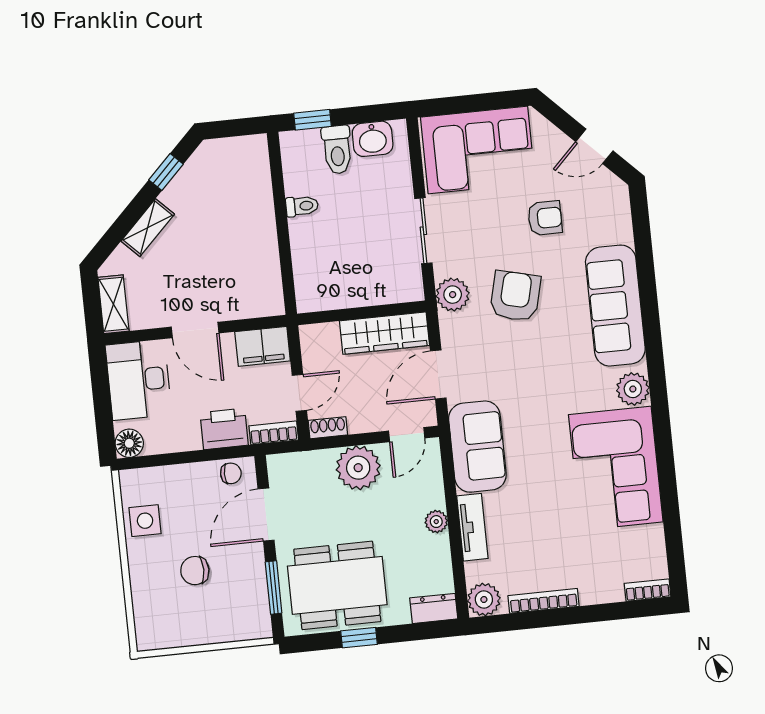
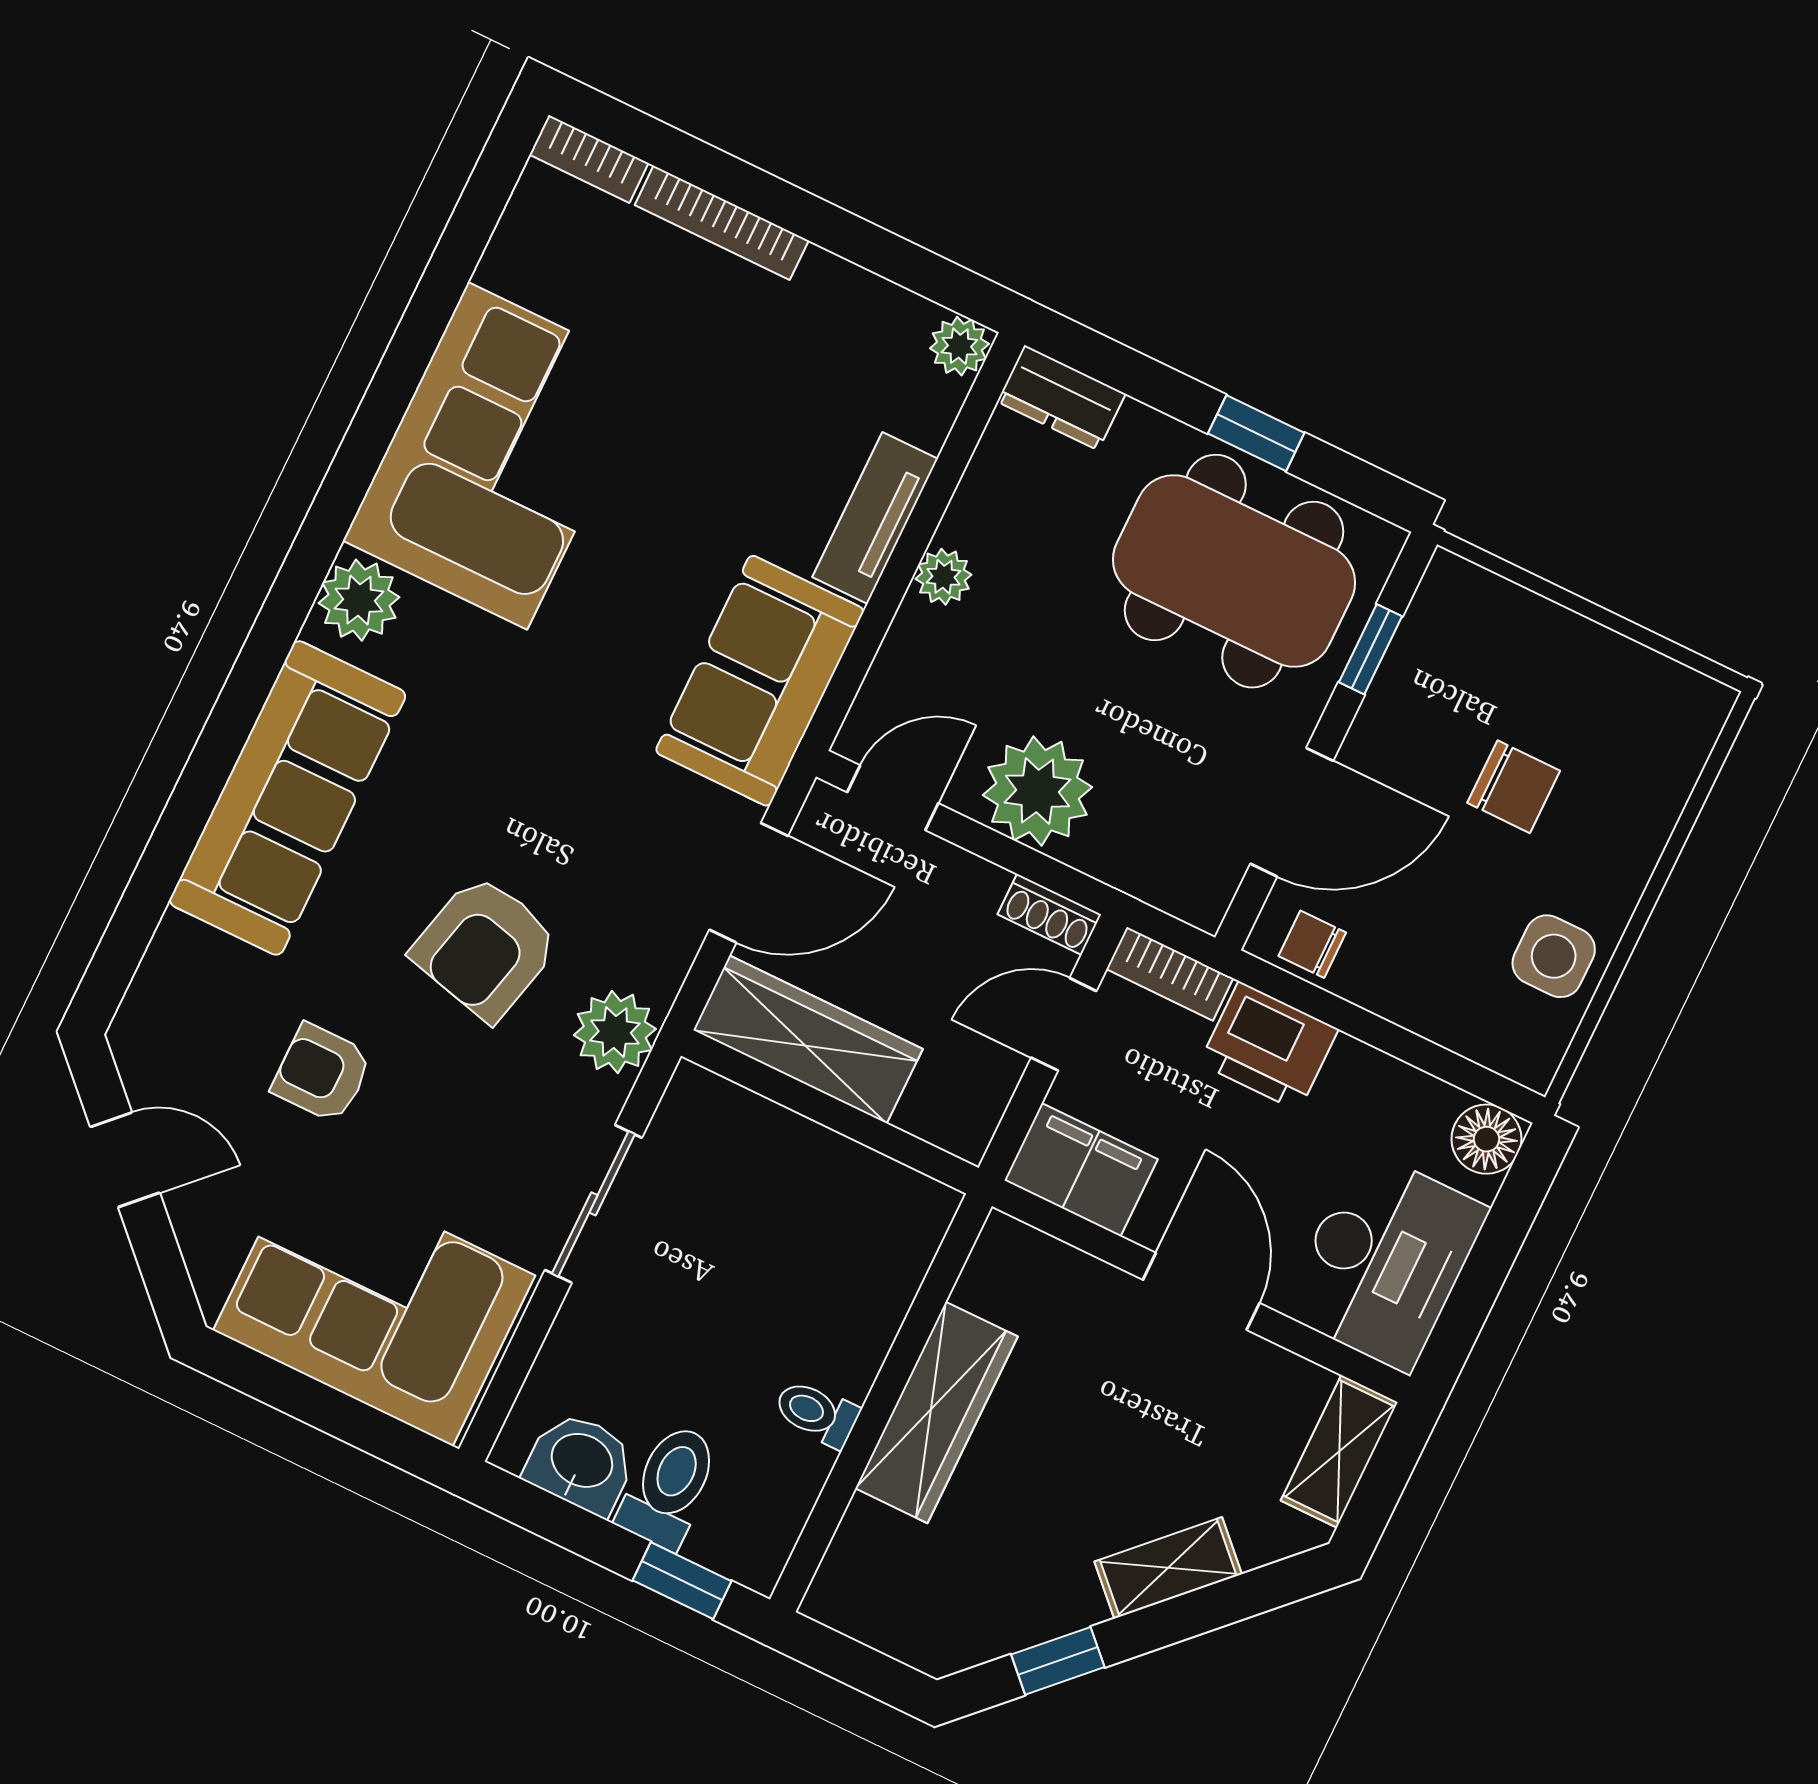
wardrobe: (261, 232) -> (936, 1412), added
window: (274, 587) -> (1370, 649), width x0.67
plant: (484, 599) -> (959, 346), width x0.73, depth x0.73
bookcase: (543, 601) -> (722, 223), moved

